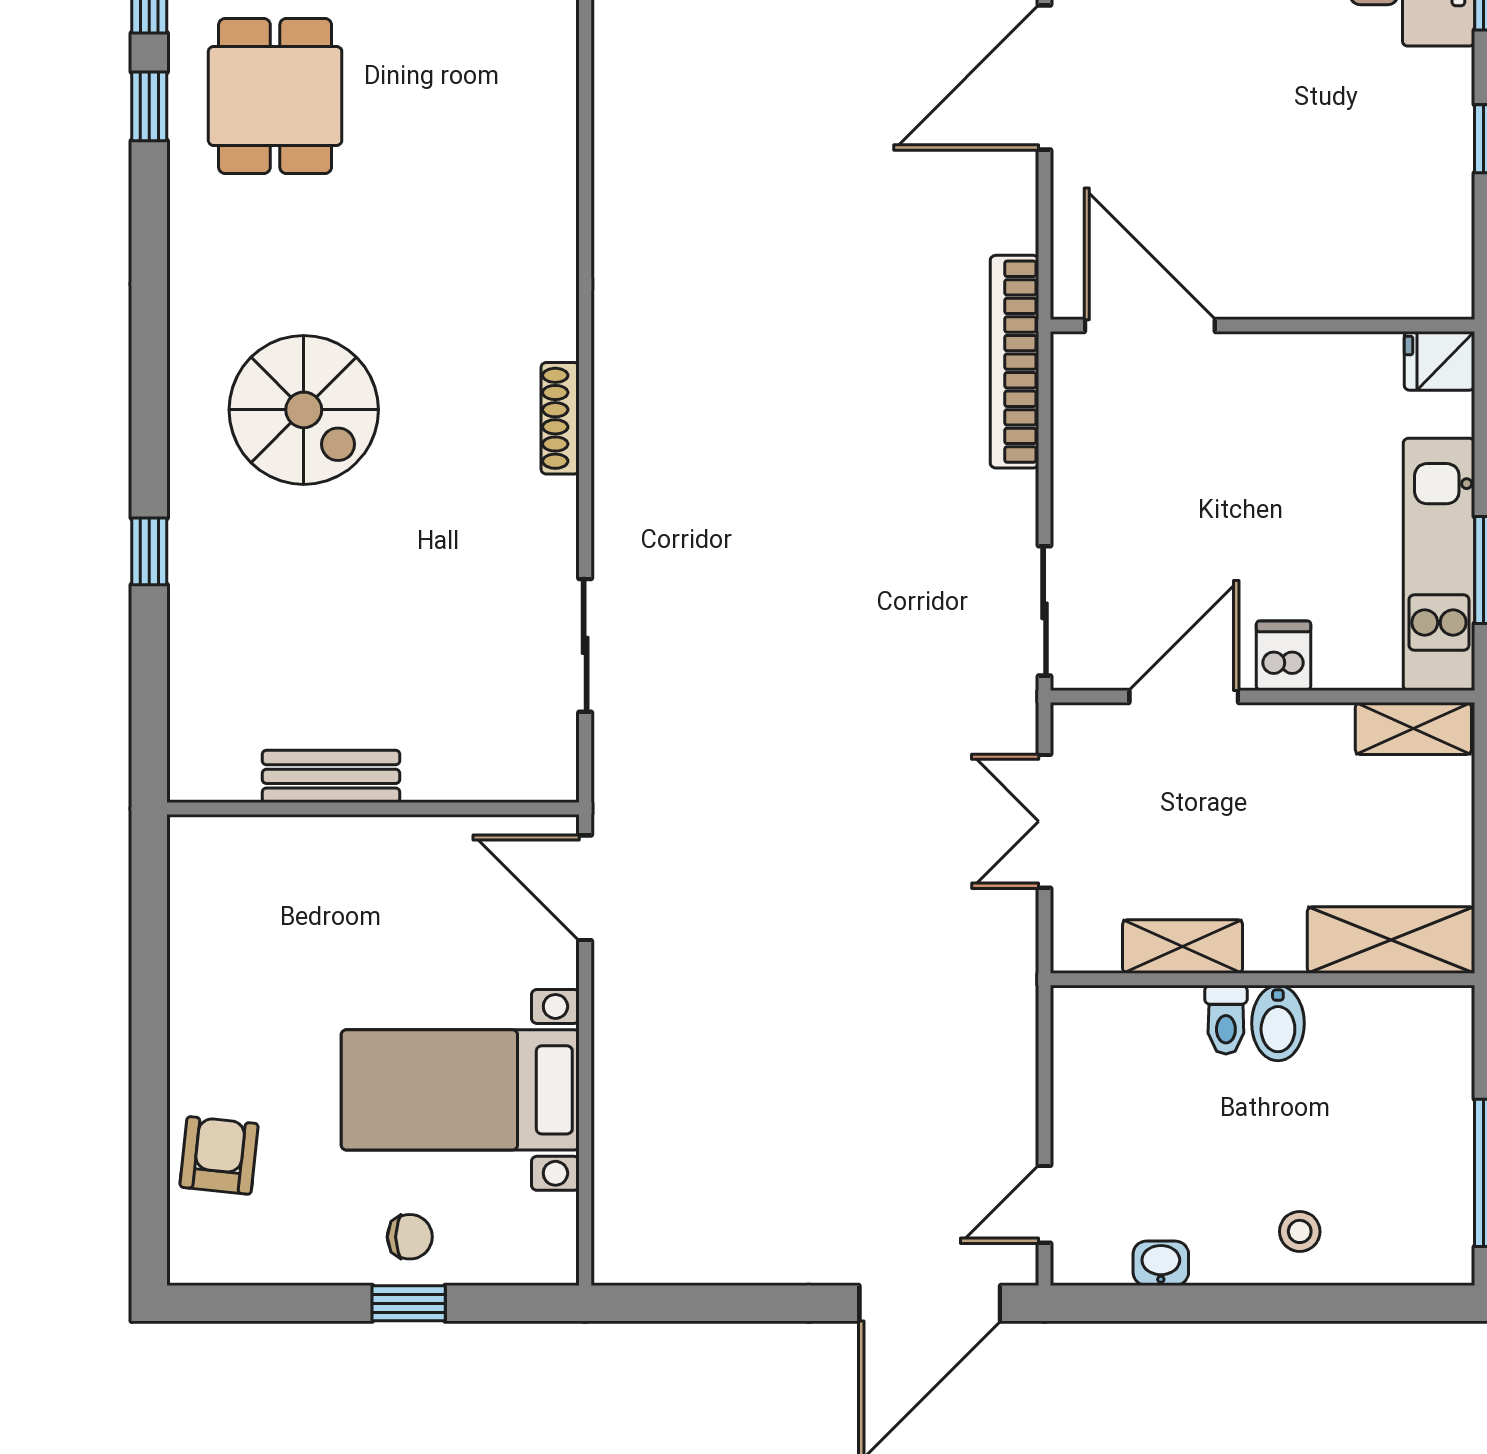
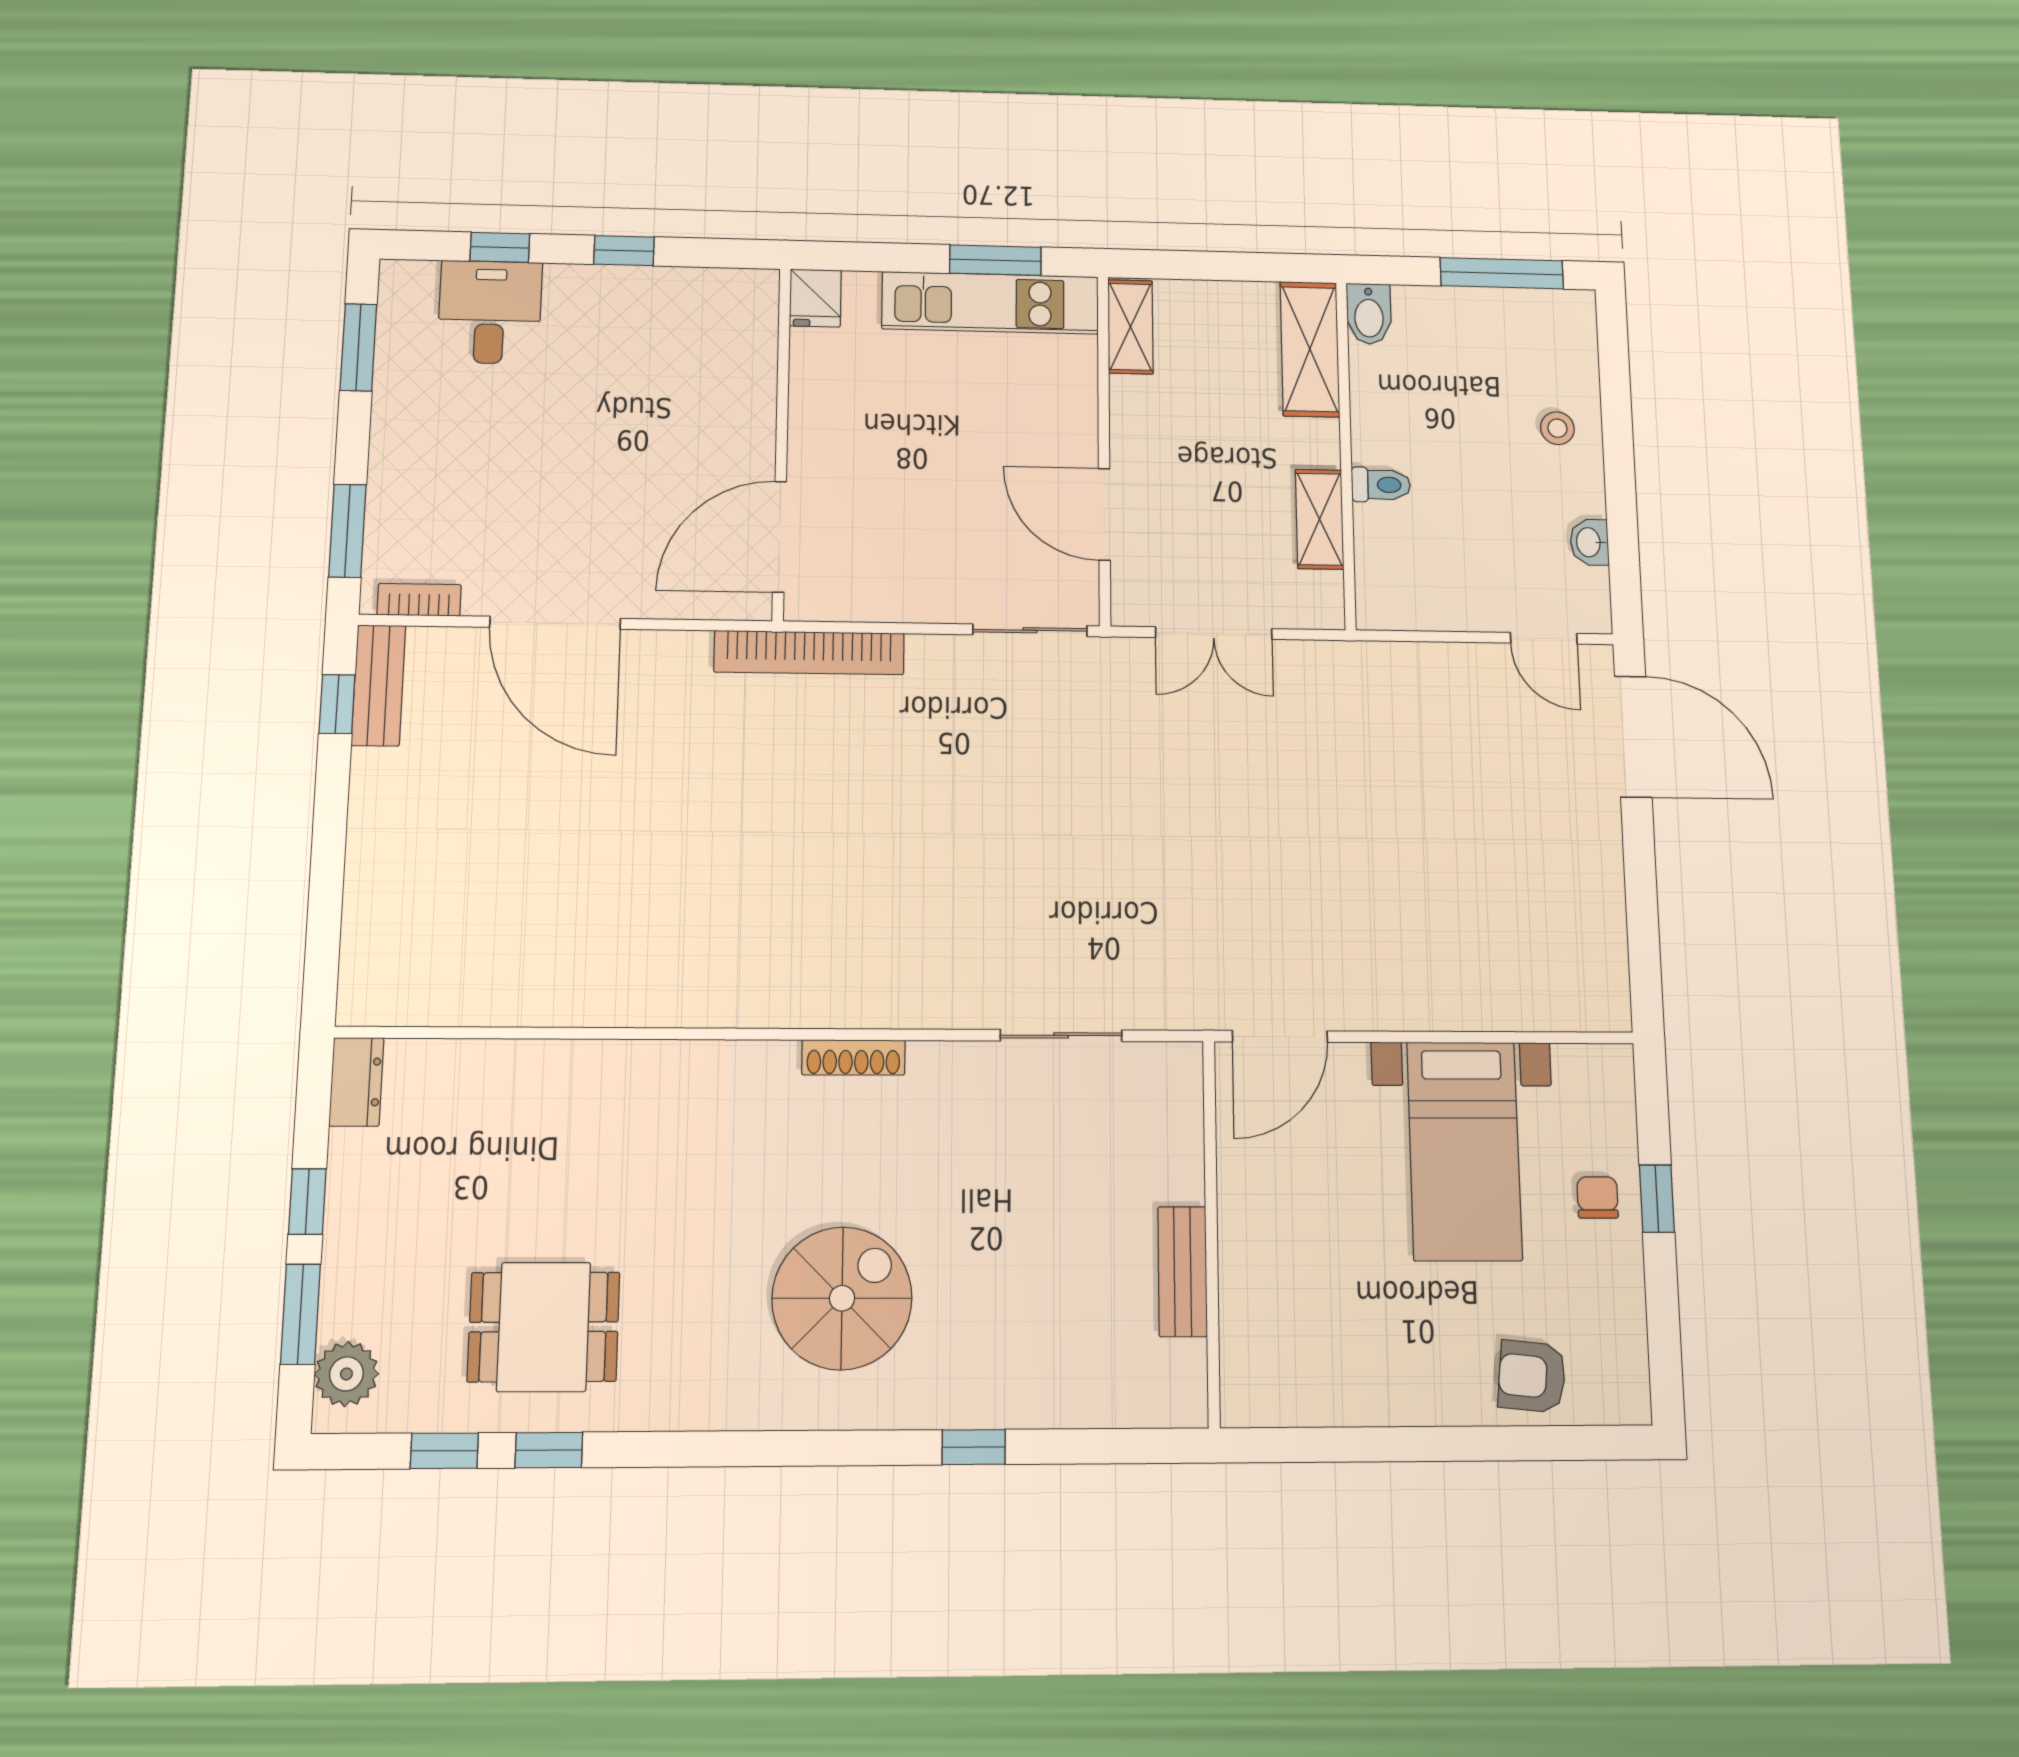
dishwasher: (1284, 656) -> (1069, 431), removed
bidet: (1278, 1023) -> (1369, 314), moved, turned 90

